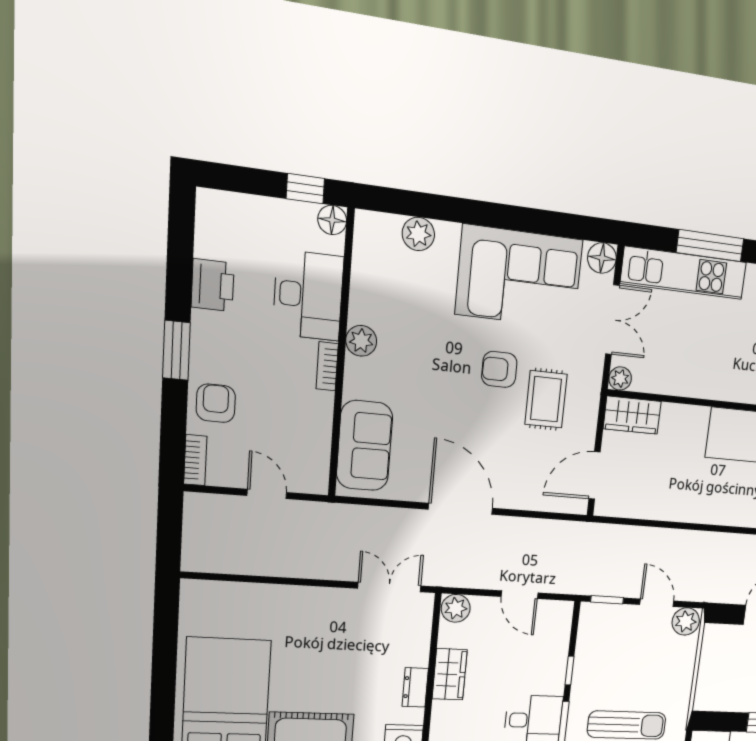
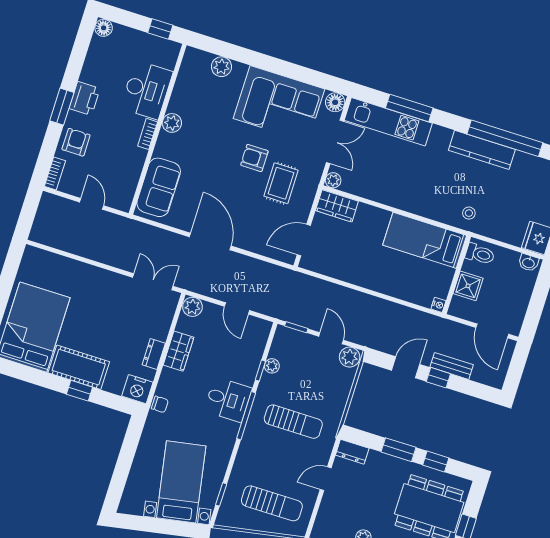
floor lamp: (332, 220) -> (104, 28), moved
printer: (213, 285) -> (85, 98), moved
plant: (584, 660) -> (272, 366), added

